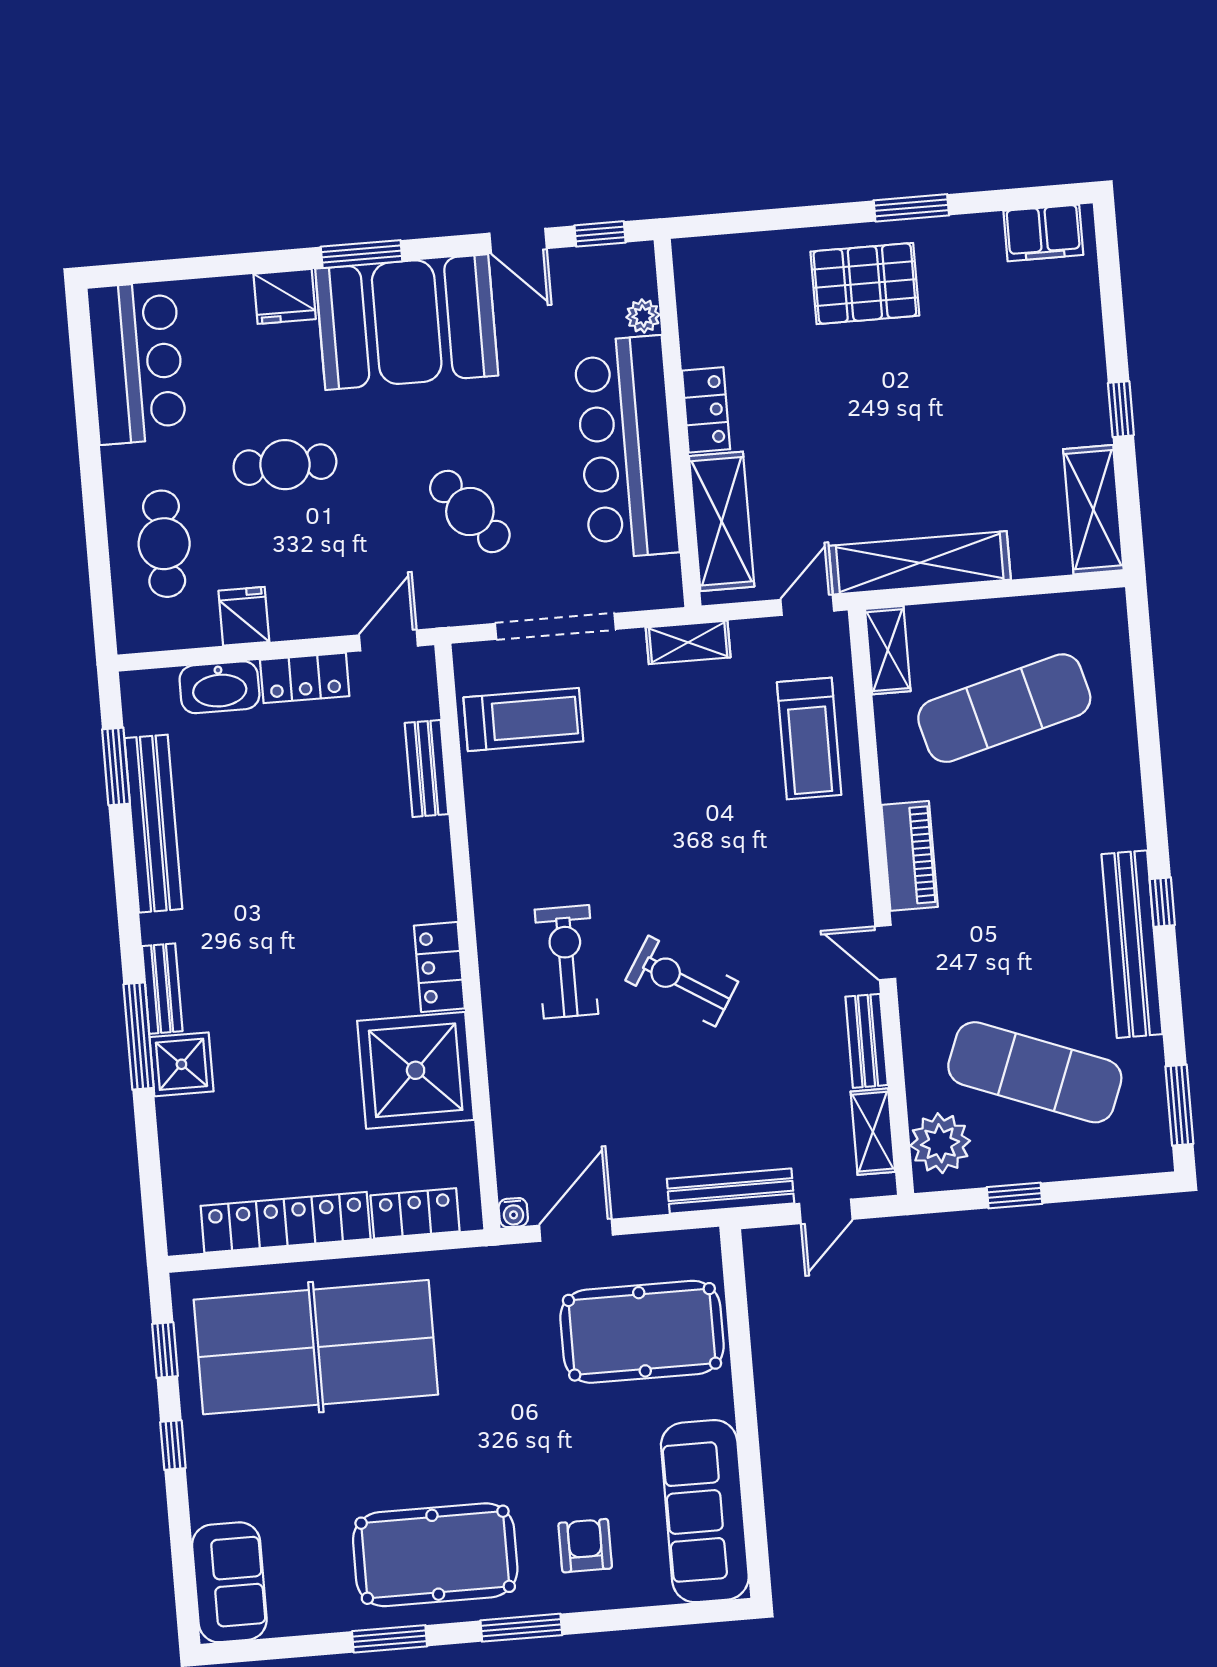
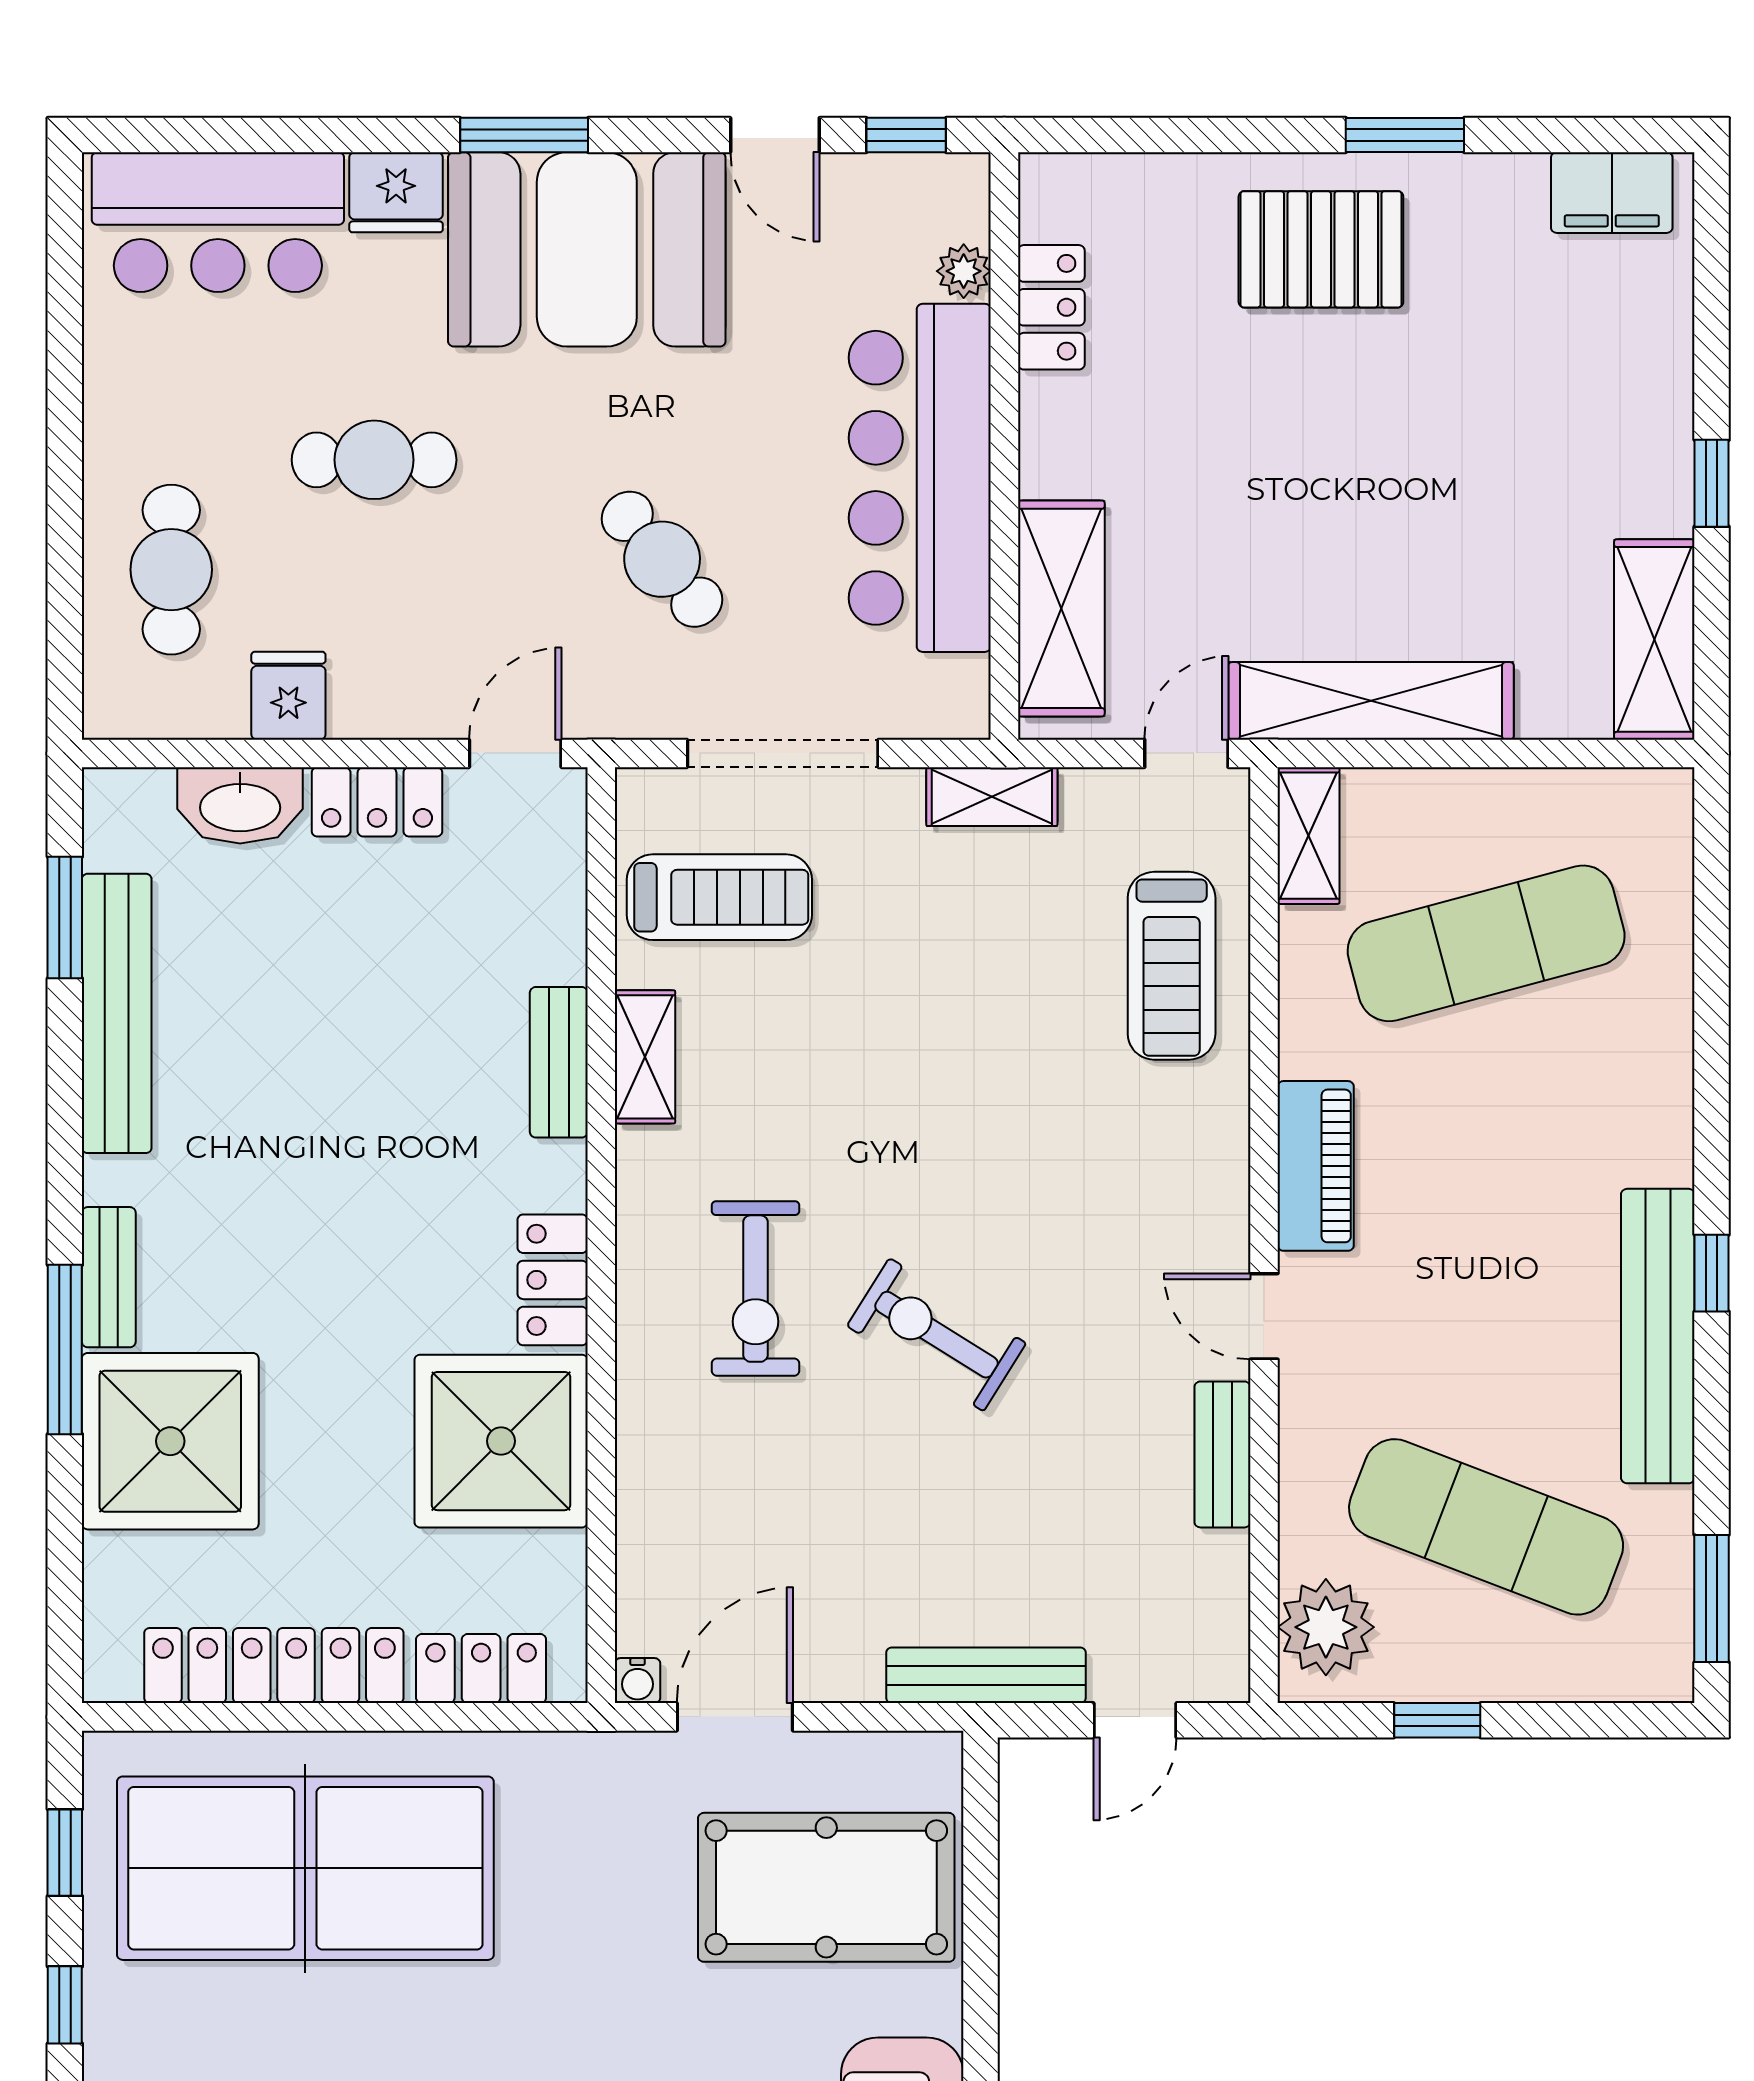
bar counter: (137, 363) -> (218, 222), moved, turned 90
locker: (706, 410) -> (1051, 307), moved
bench: (427, 768) -> (559, 1062), moved
exercise bike: (566, 962) -> (756, 1289), turned 180
shower: (181, 1064) -> (170, 1441), width x1.86, depth x1.86
shelving: (873, 1132) -> (645, 1057), moved

